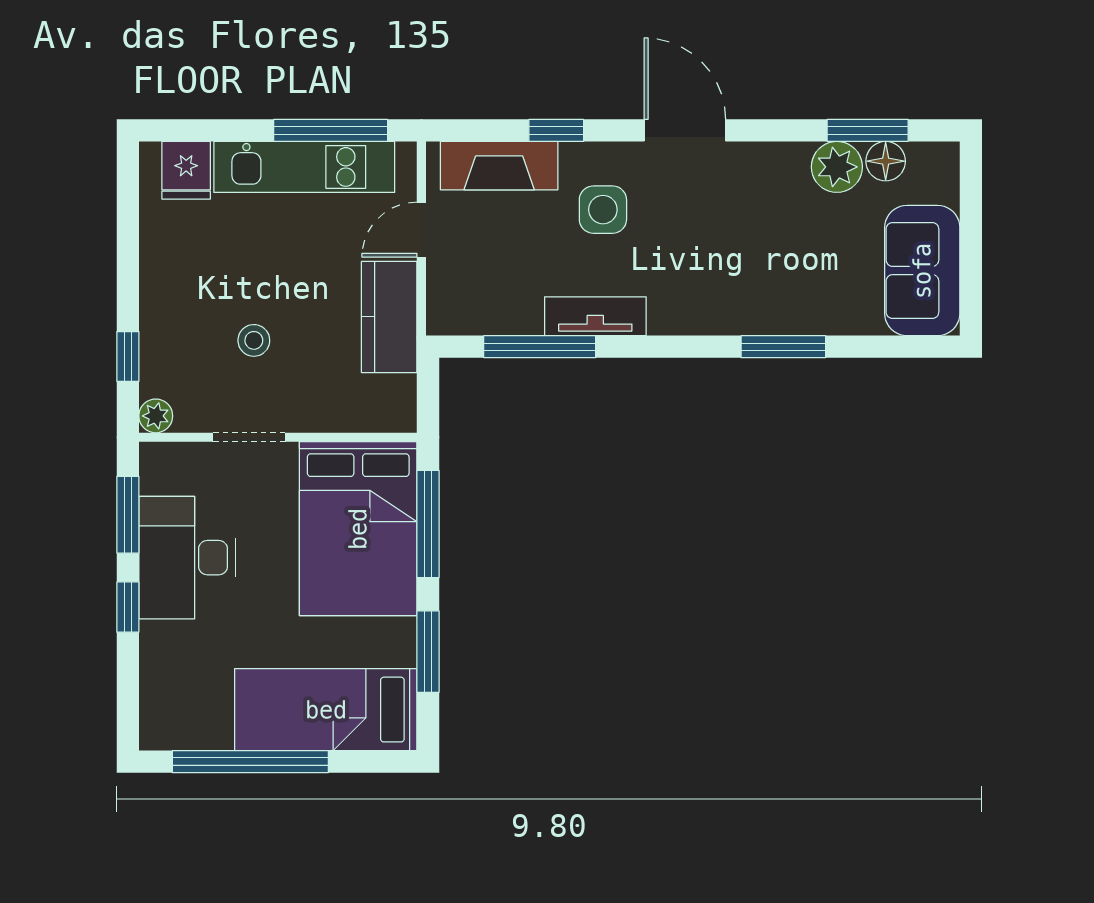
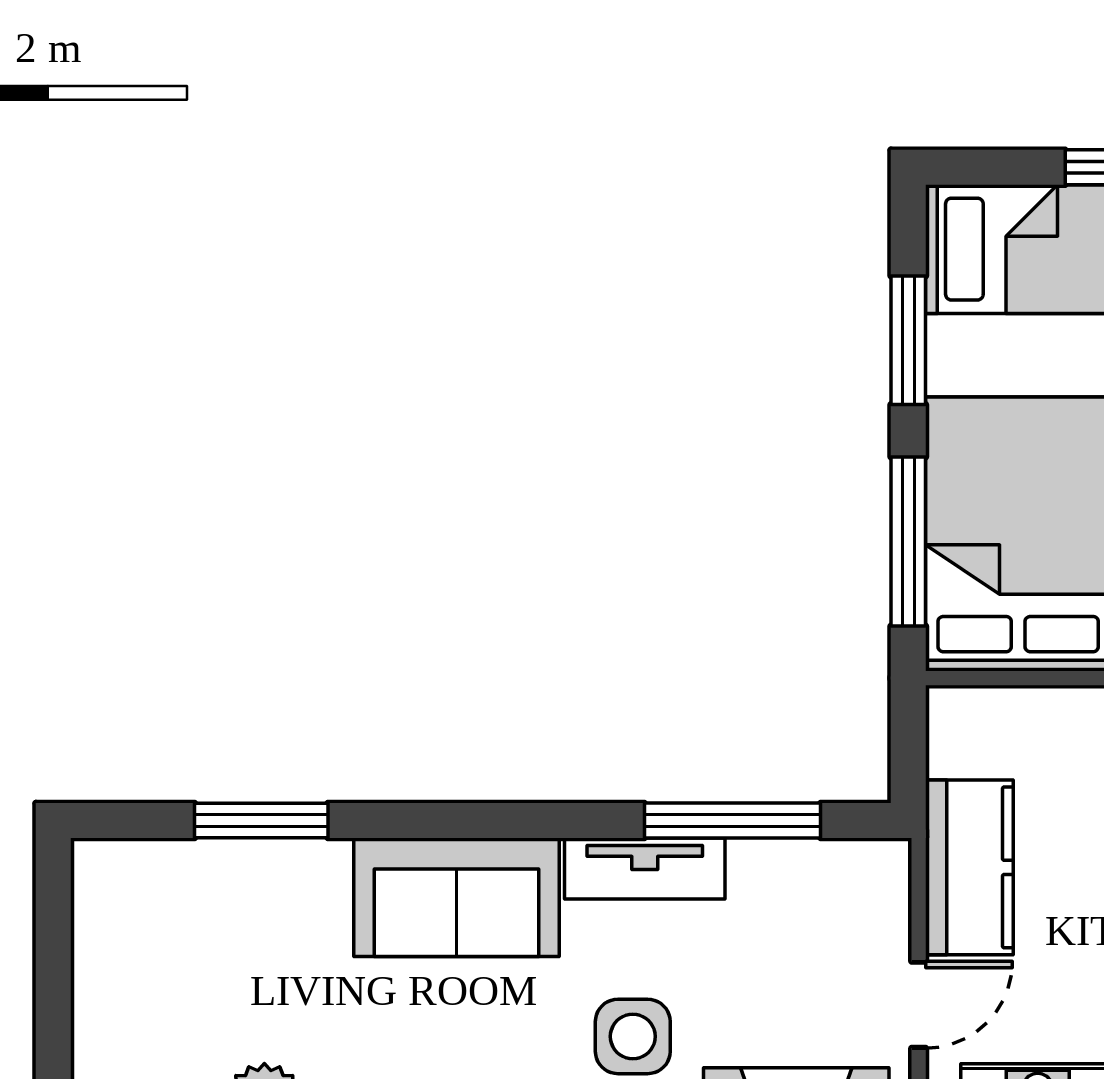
sofa: (922, 271) -> (457, 897), moved, turned 90
window: (783, 347) -> (261, 821), moved

